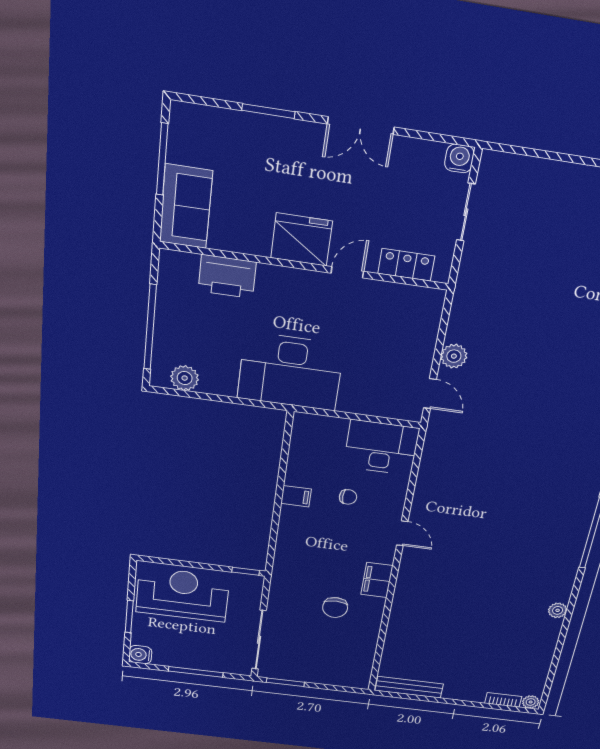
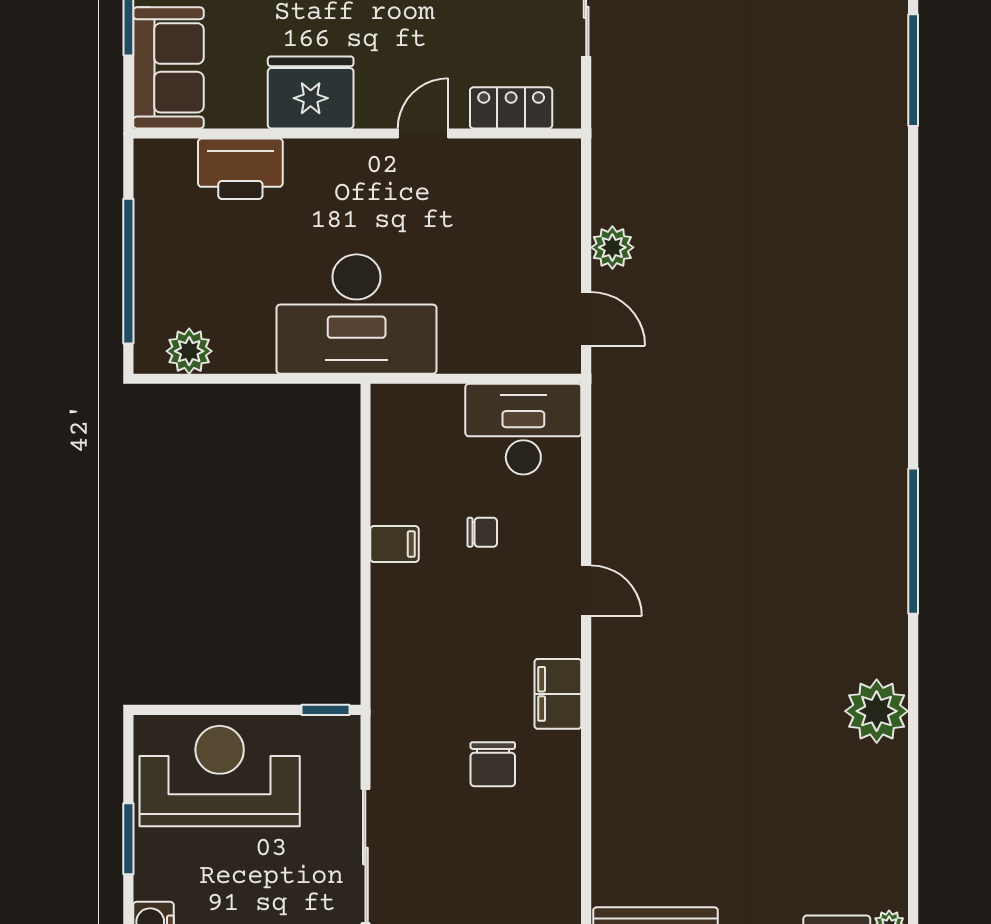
fridge: (302, 240) -> (311, 92), moved
plant: (558, 610) -> (877, 711), width x1.88, depth x1.88

